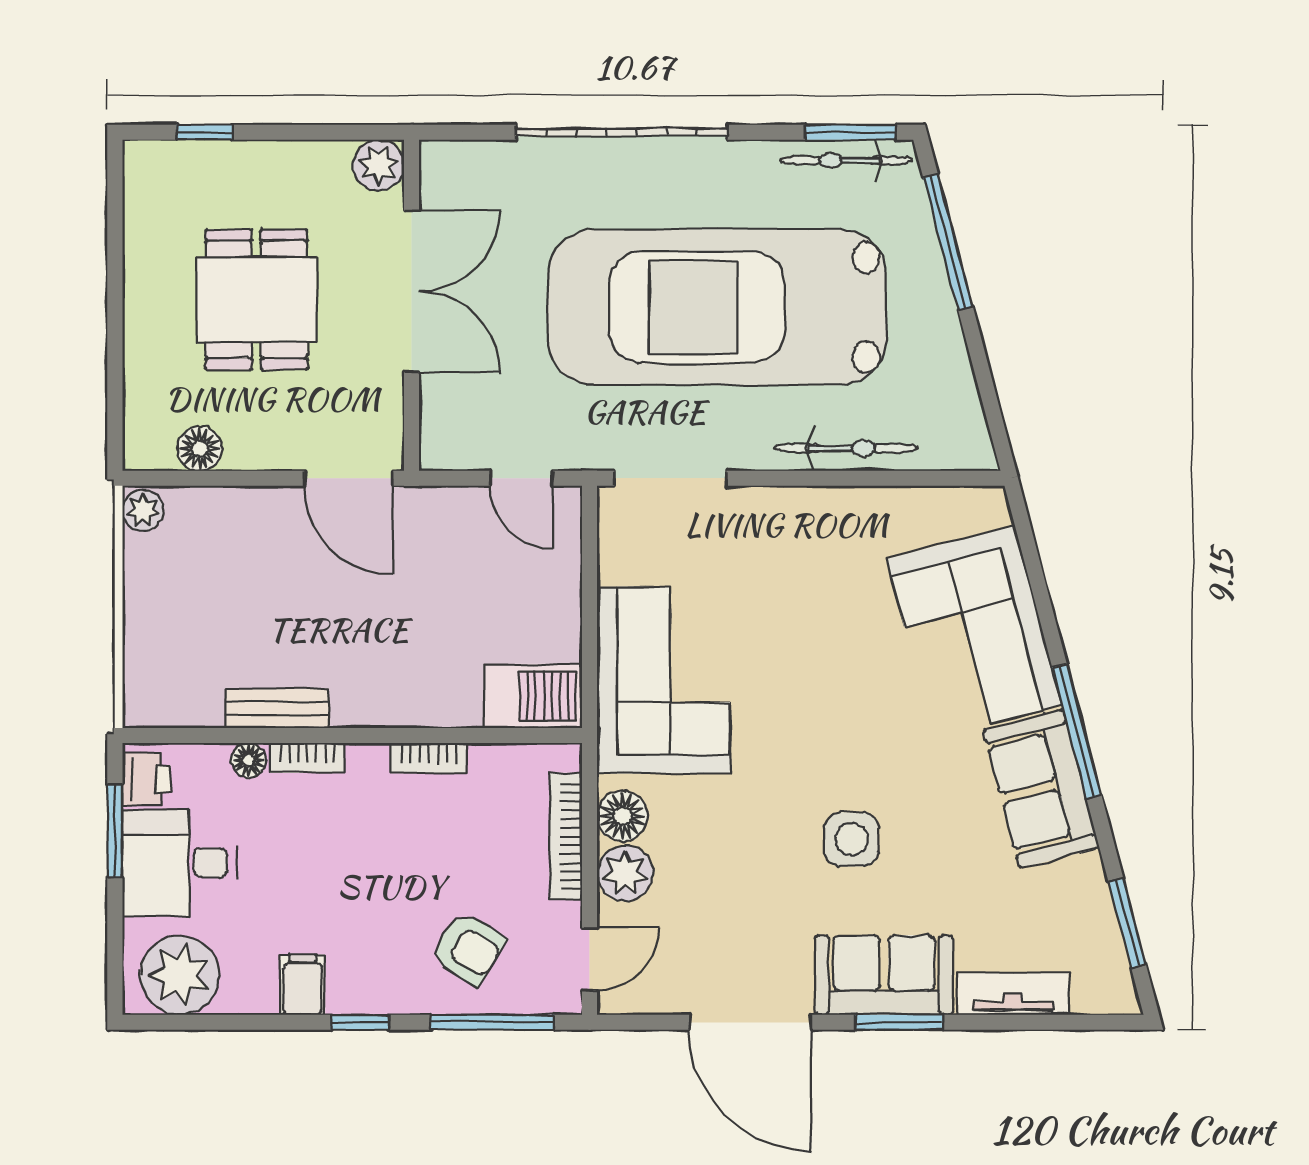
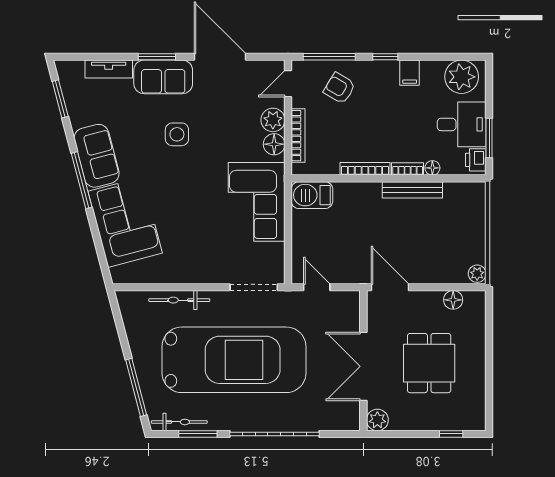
window: (851, 132) -> (198, 434), moved
bench: (277, 708) -> (412, 190), width x1.36
bookcase: (429, 758) -> (365, 169), width x1.56

